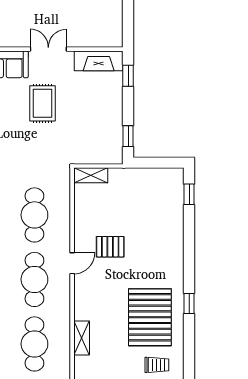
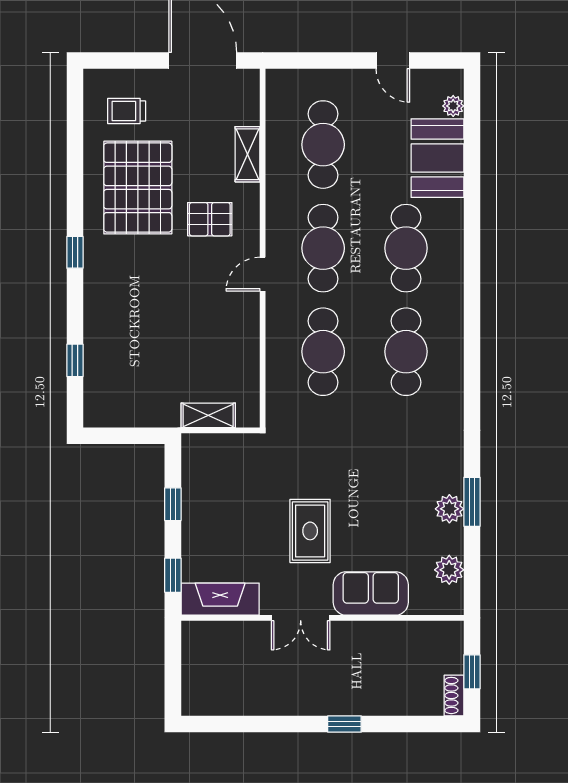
window: (128, 136) -> (173, 504), moved
shelving: (91, 175) -> (208, 415), moved
window: (189, 194) -> (75, 360), moved
pallet: (110, 247) -> (210, 219), moved
window: (189, 303) -> (75, 252), moved

